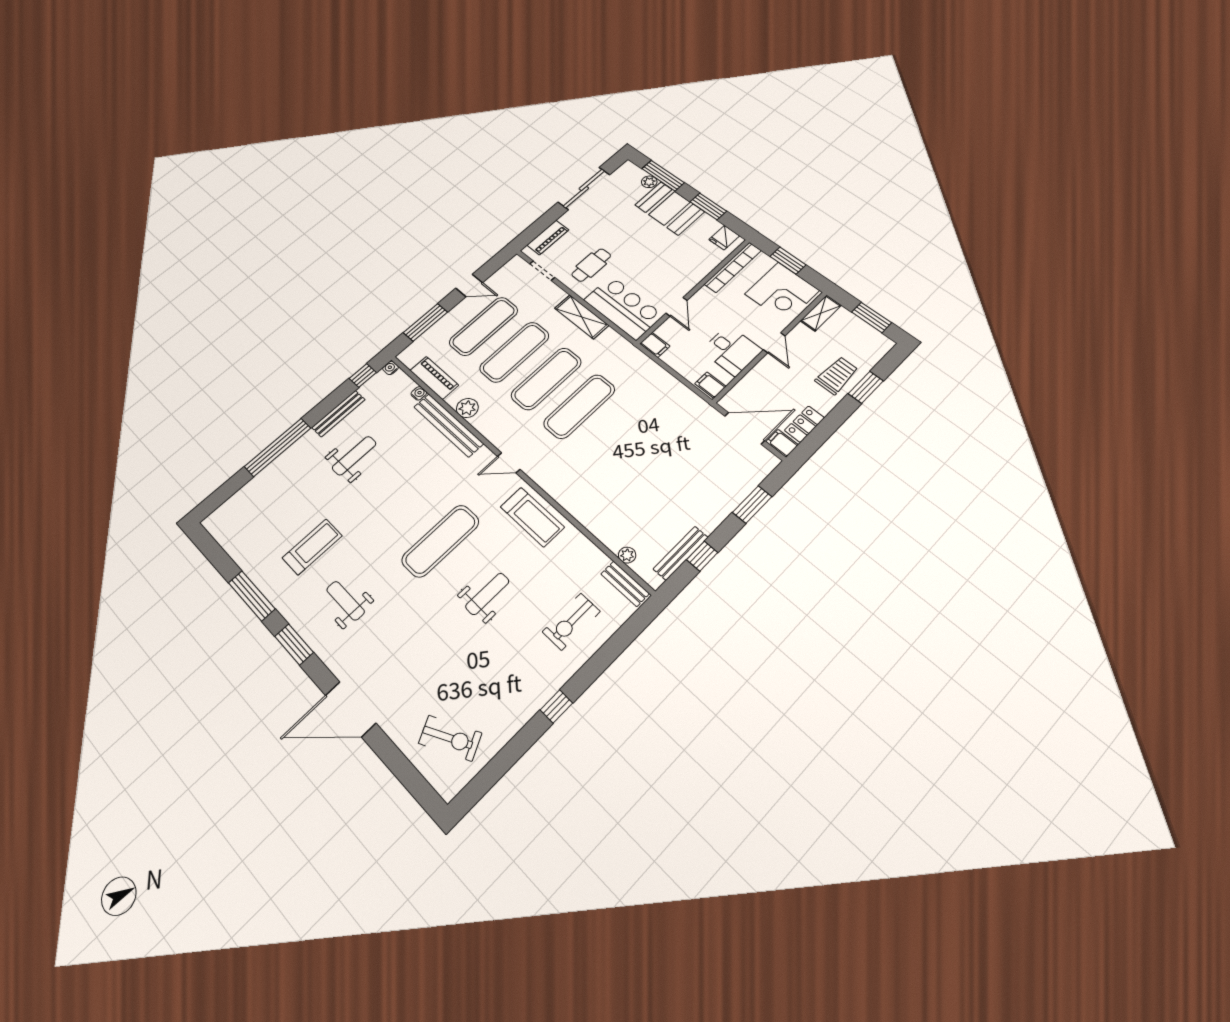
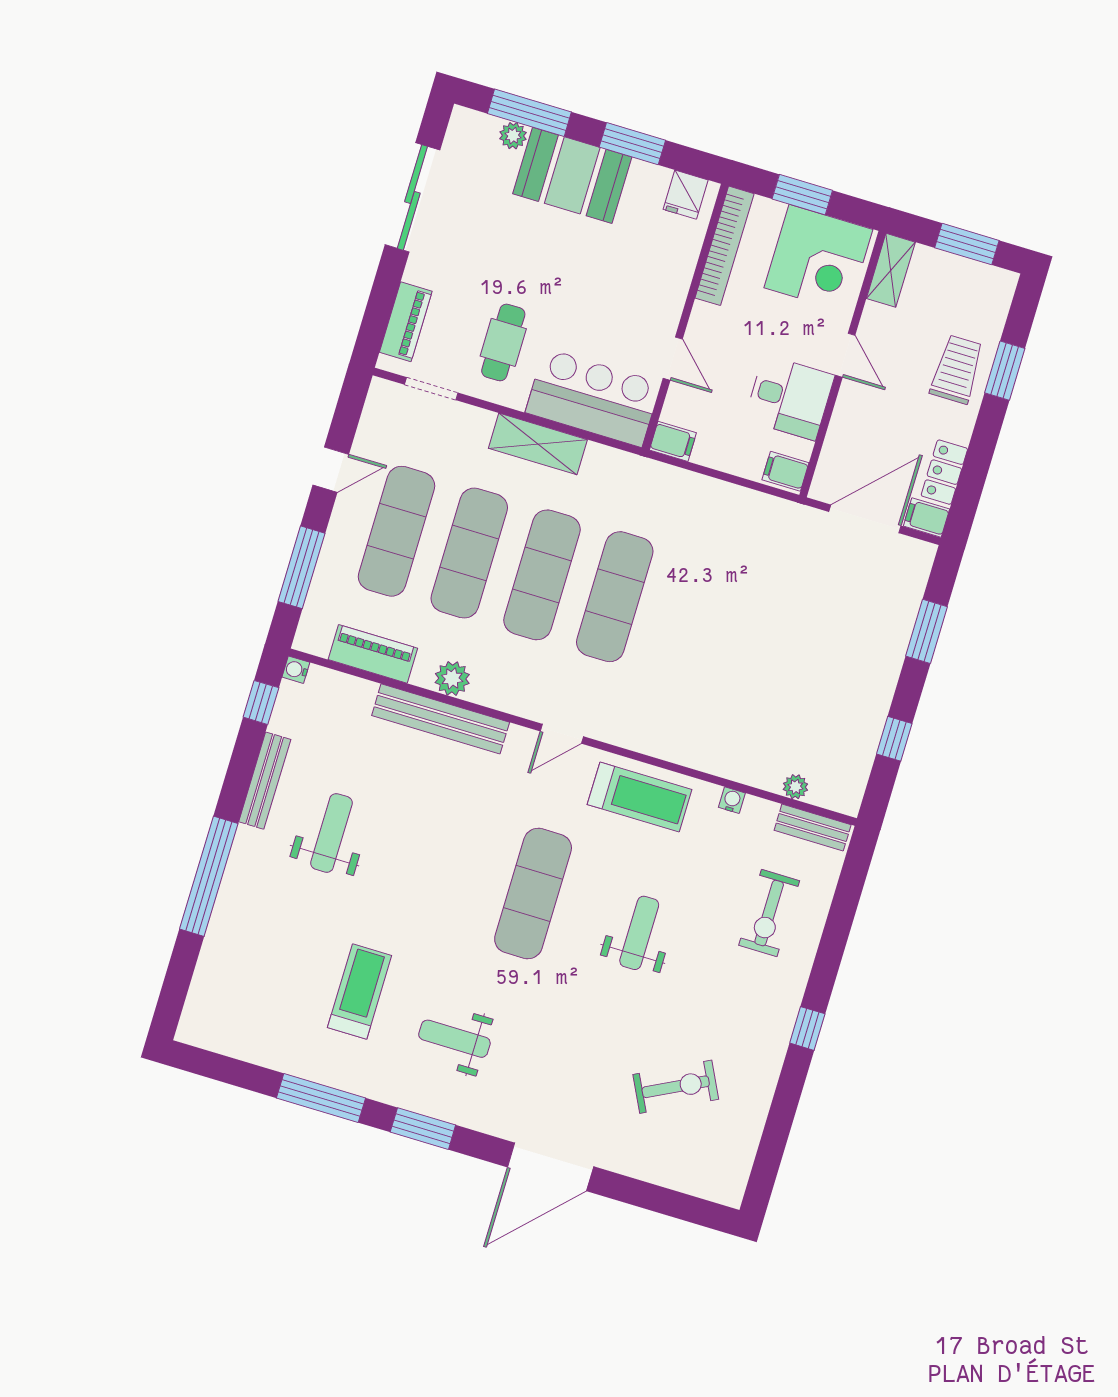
water cooler: (419, 393) -> (732, 800), moved
bench: (681, 553) -> (864, 749), removed
exercise bike: (450, 738) -> (676, 1087), moved

